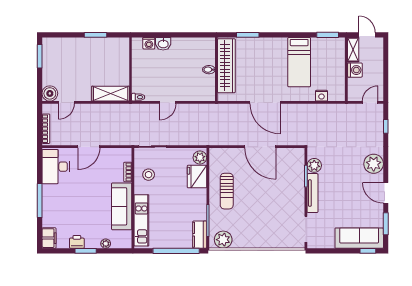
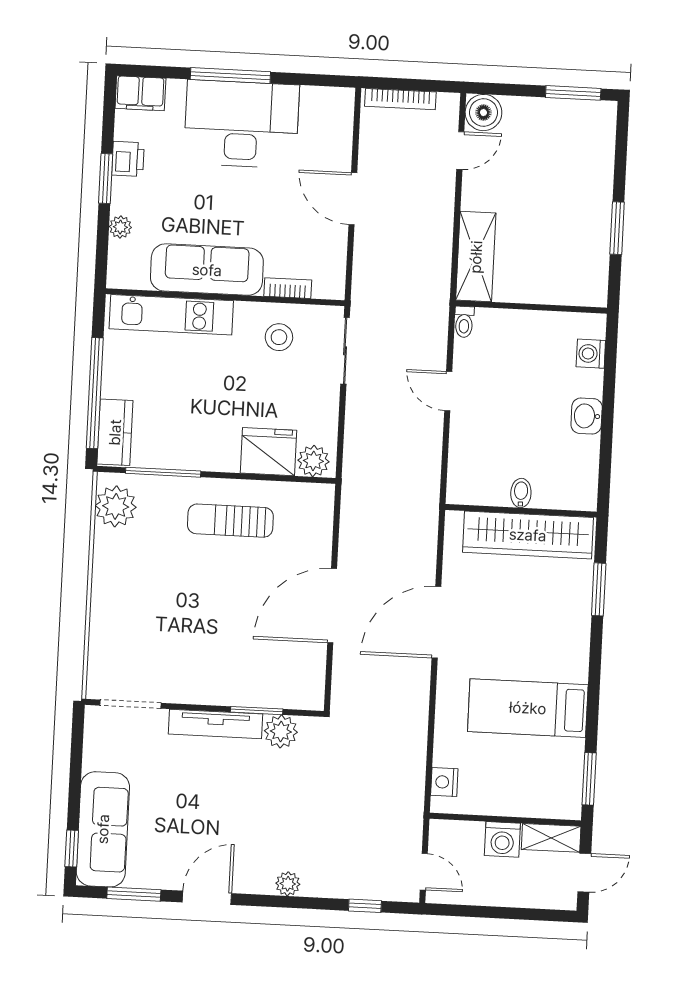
washbasin: (163, 44) -> (587, 416), moved
nightstand: (321, 96) -> (444, 782), moved
door: (66, 102) -> (460, 151), swing flipped
plant: (374, 164) -> (288, 884), width x0.53, depth x0.53
desk: (56, 167) -> (241, 124), moved, width x1.36, depth x1.30
kitchen counter: (200, 235) -> (115, 432), moved, turned 90

